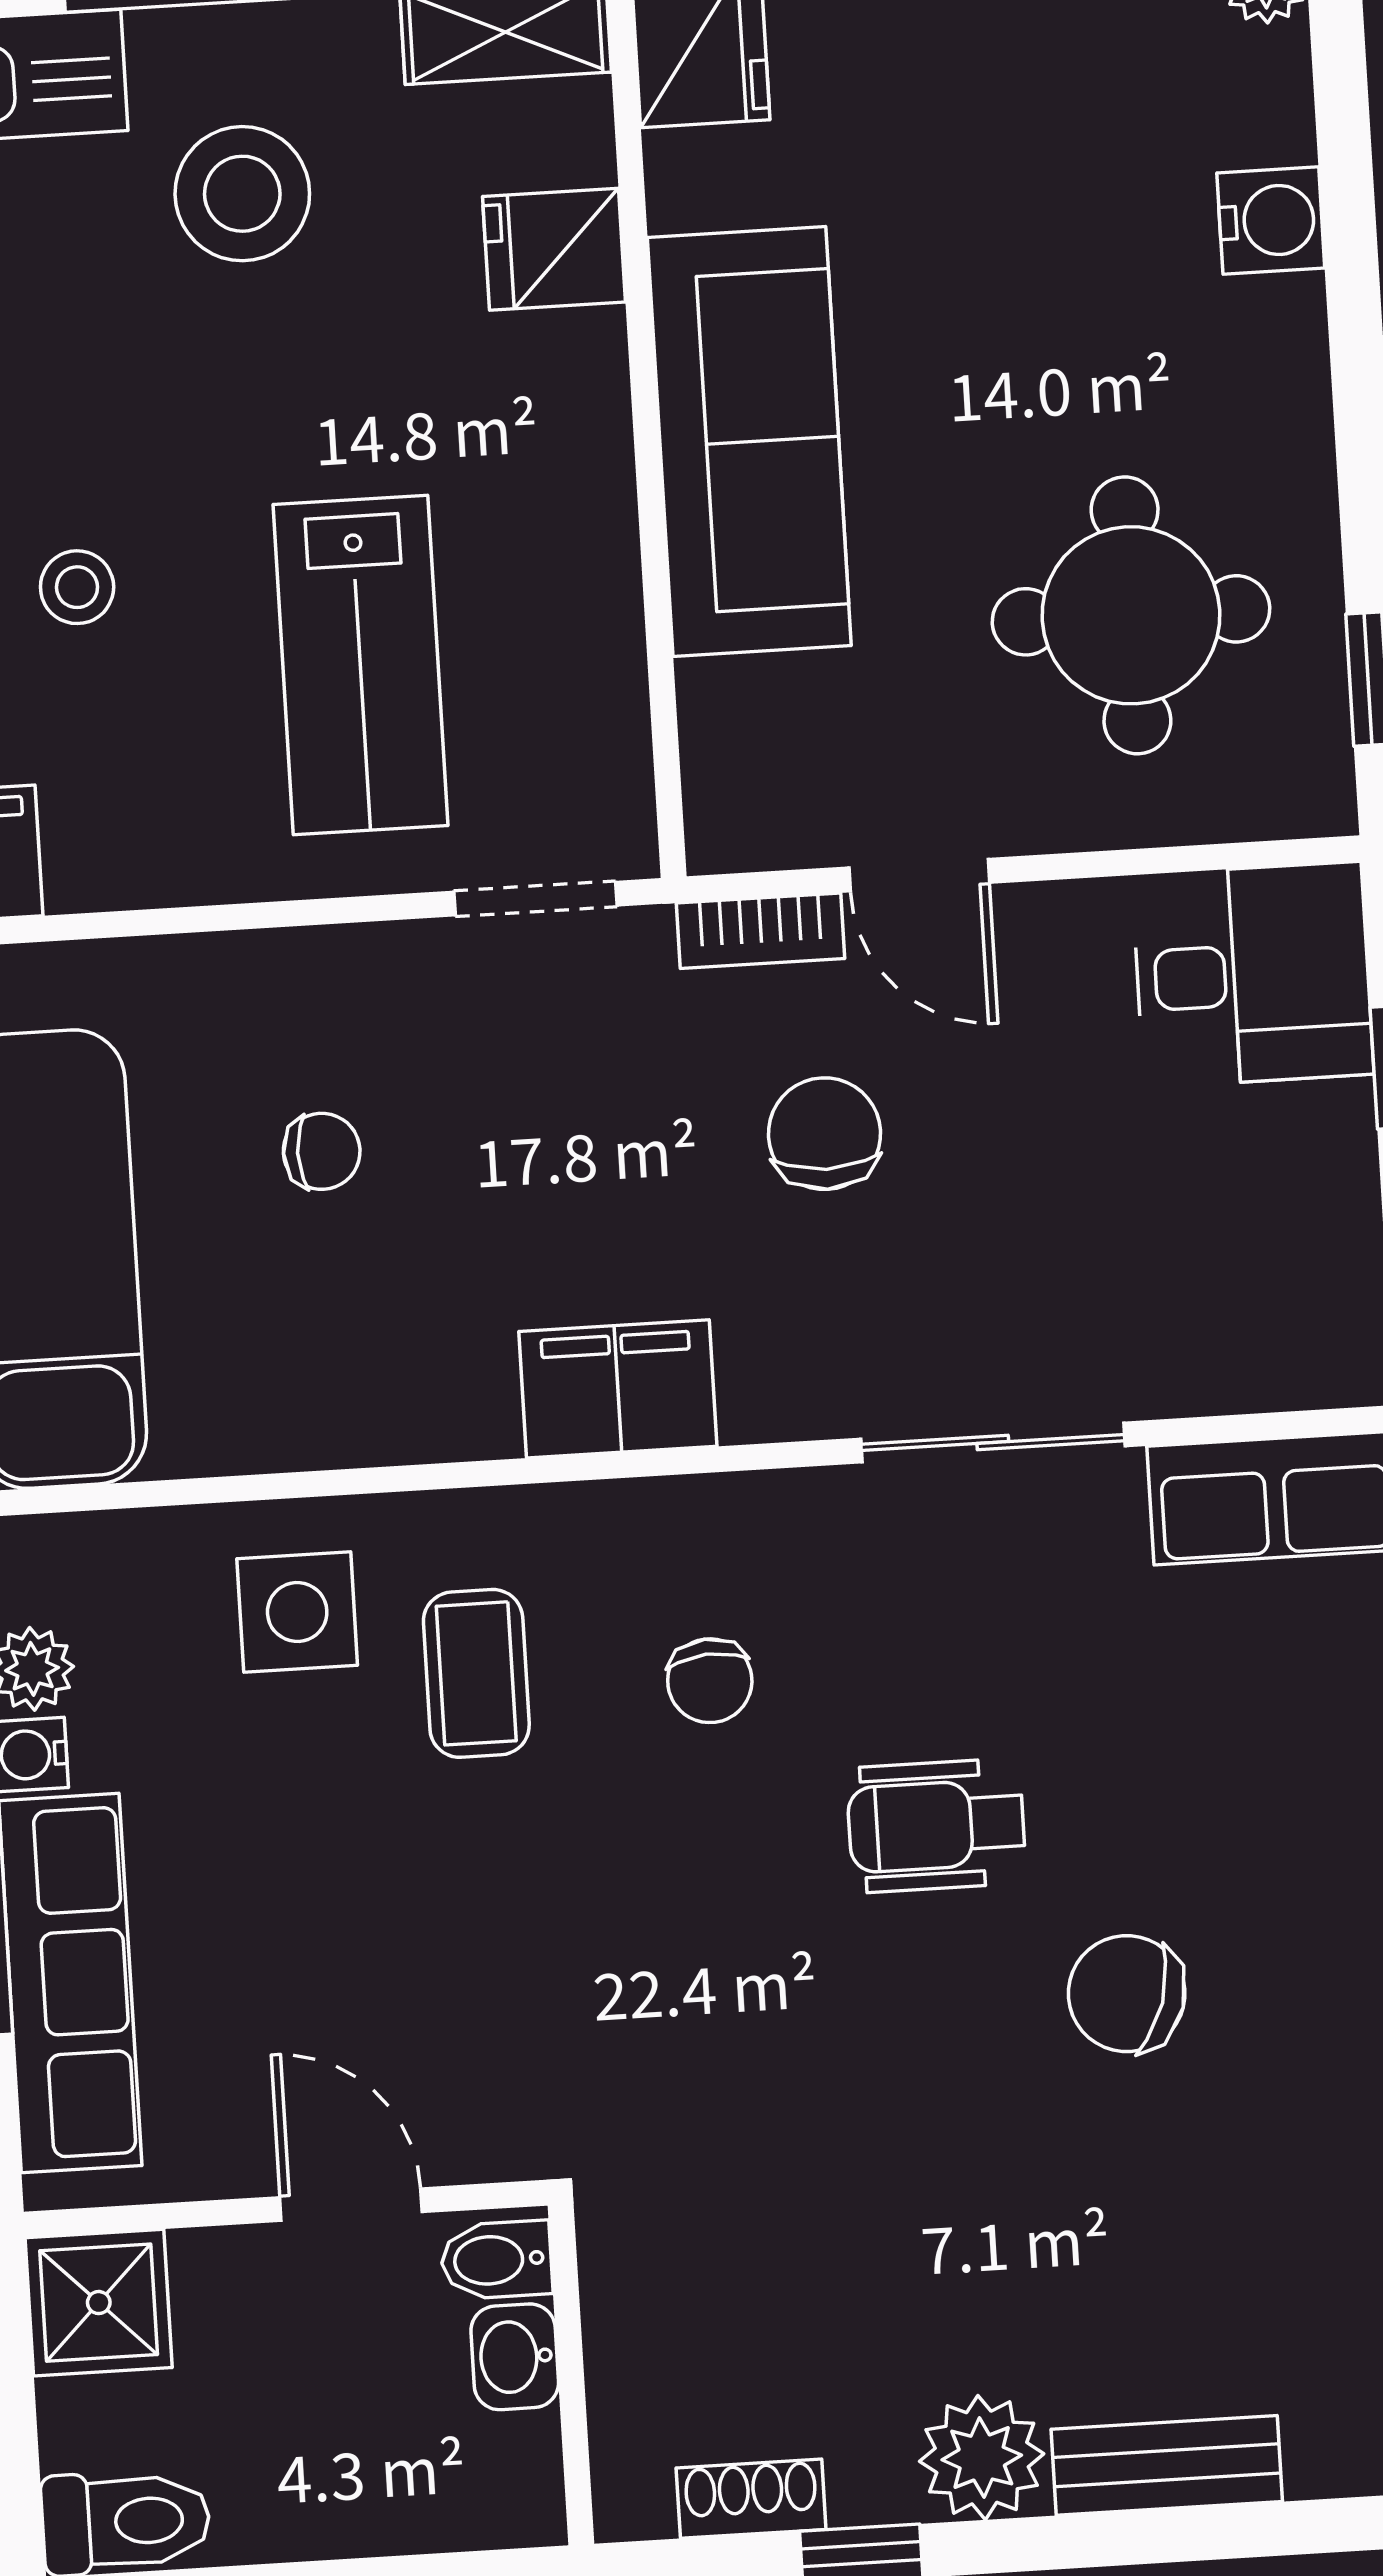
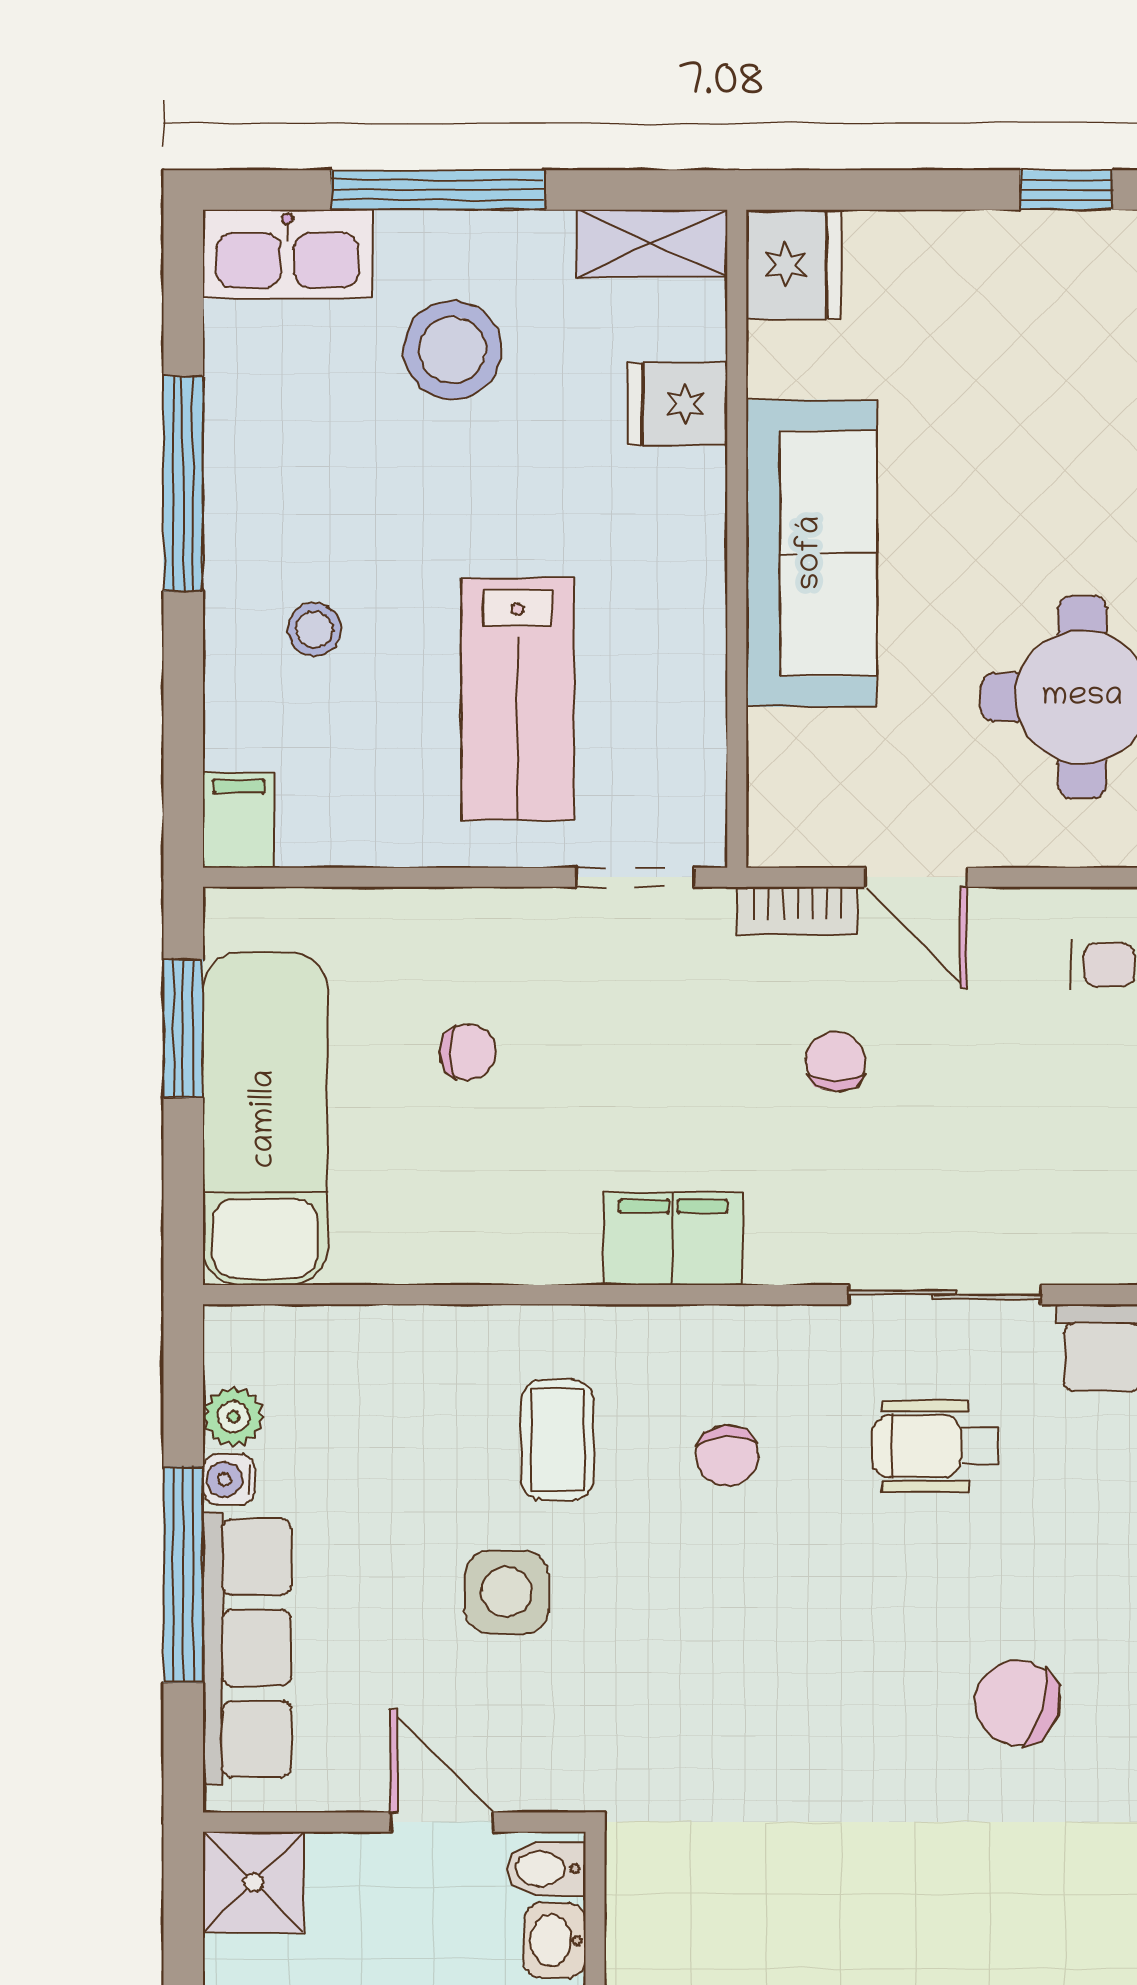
chair: (824, 1134) -> (835, 1062), width x0.73, depth x0.73
side table: (297, 1612) -> (506, 1592), moved
wheelchair: (936, 1826) -> (936, 1446), moved

